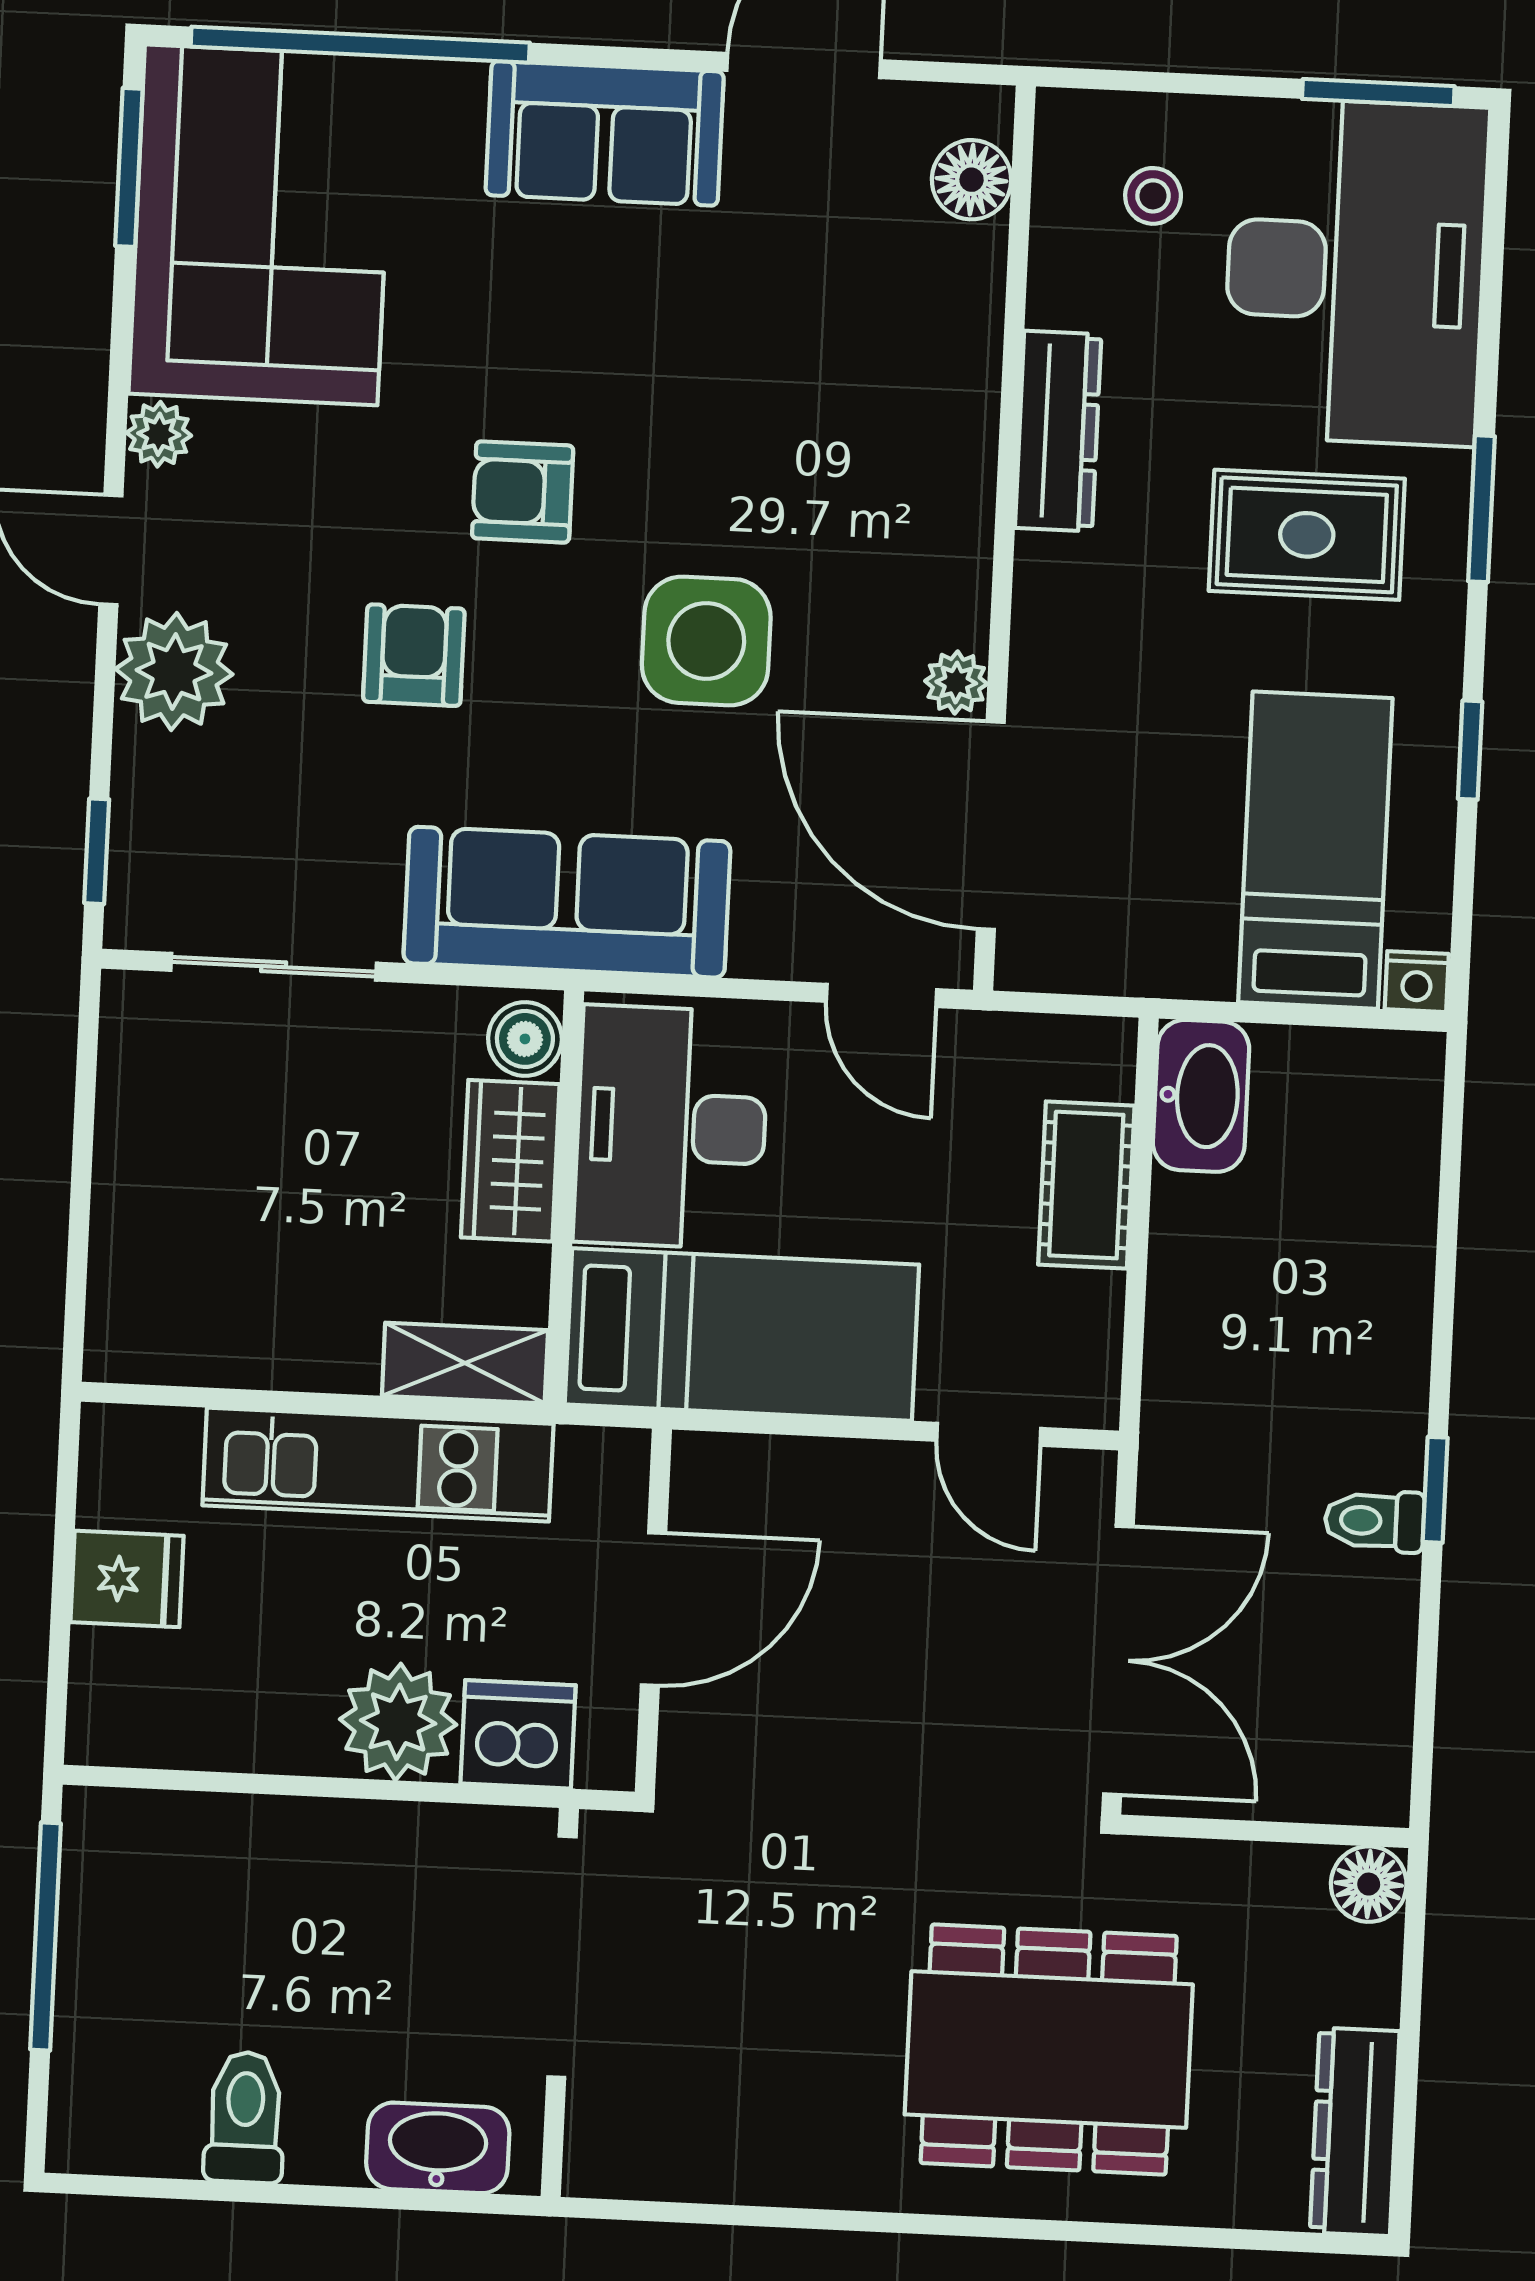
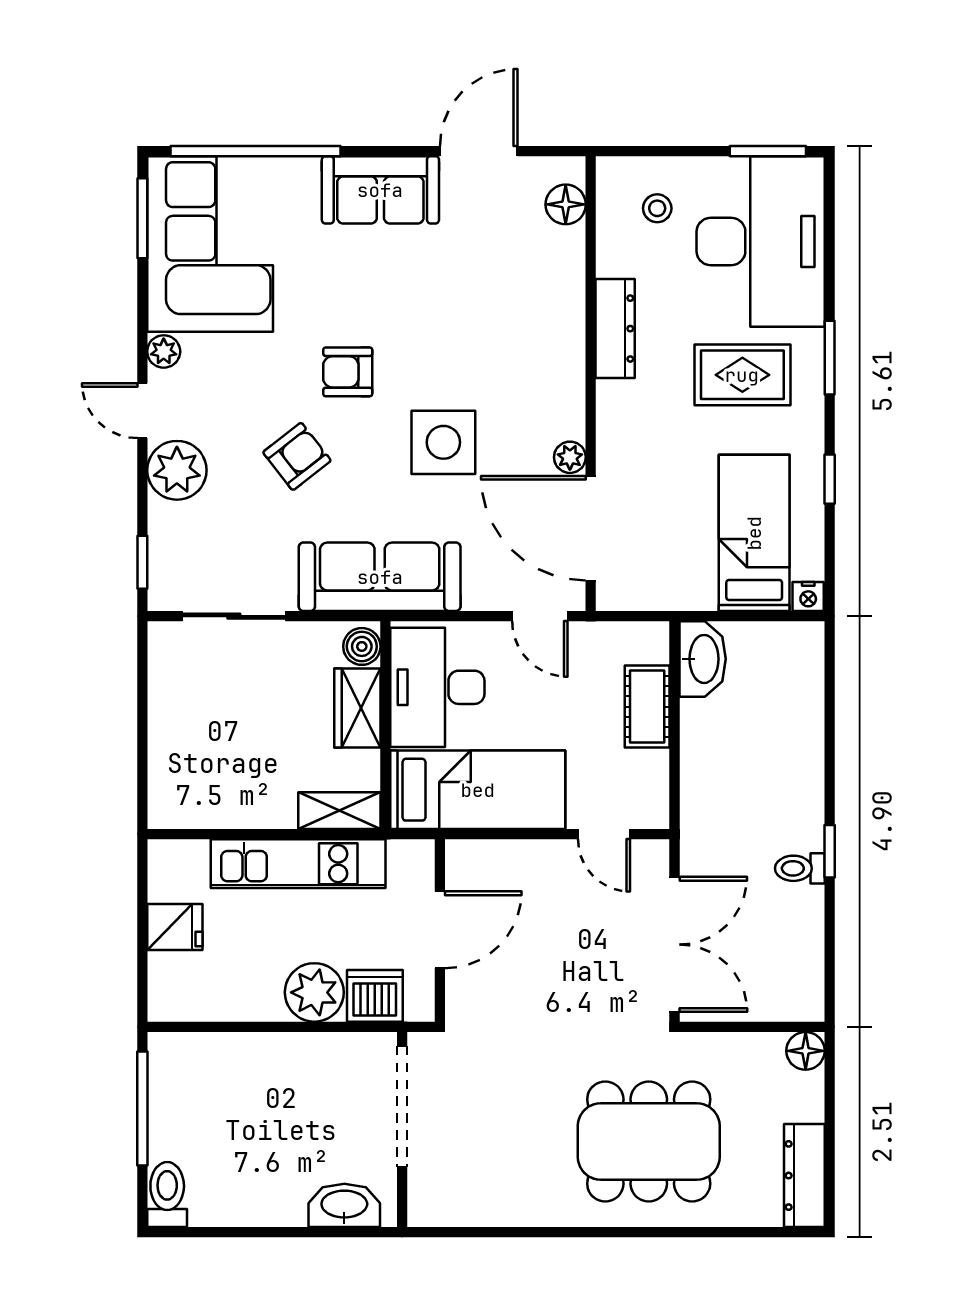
armchair: (414, 655) -> (297, 456), turned 52
toilet: (245, 2117) -> (167, 1194), moved

